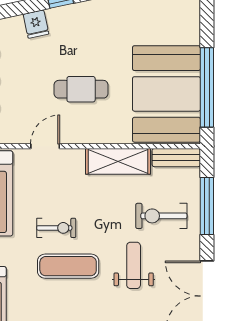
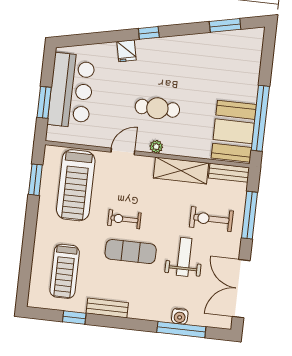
booth: (166, 94) -> (234, 131), width x0.73, depth x0.70
plant: (85, 136) -> (156, 147), added
exercise bike: (56, 228) -> (124, 219), turned 180

